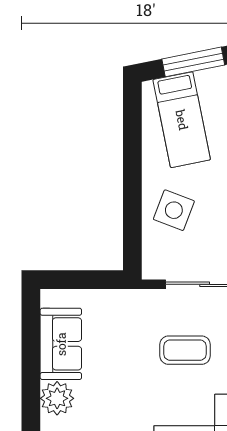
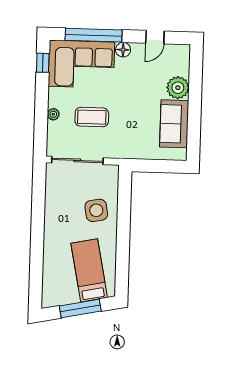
side table: (174, 210) -> (96, 210), turned -31

